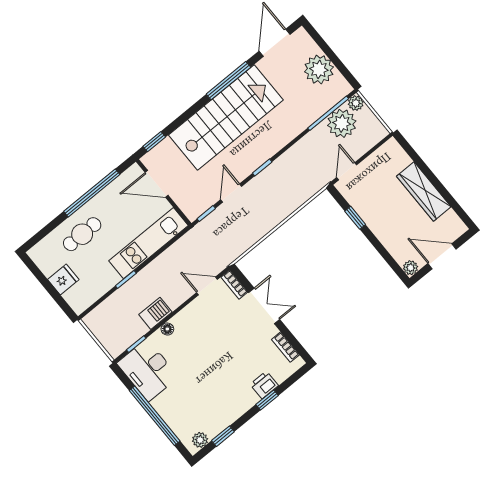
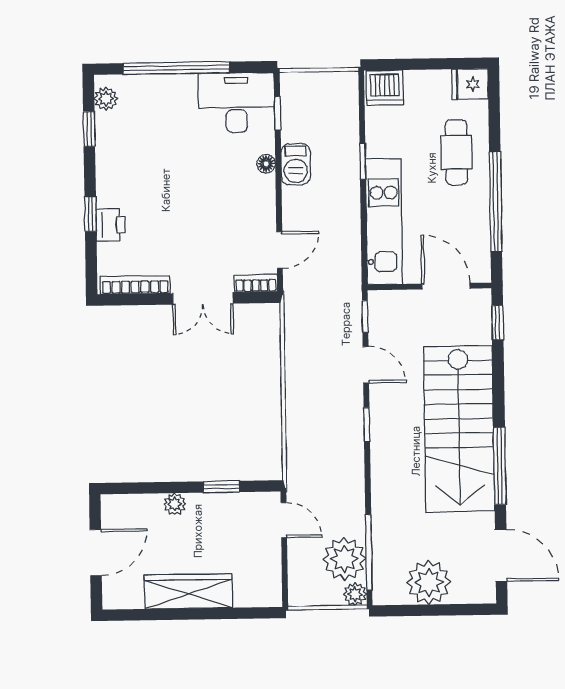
door: (157, 184) -> (446, 286), hinge flipped
plant: (411, 268) -> (175, 504), moved
fridge: (63, 280) -> (470, 84), moved, turned 90
dishwasher: (78, 299) -> (385, 88), added
bookcase: (285, 347) -> (135, 285), width x1.56

